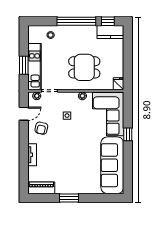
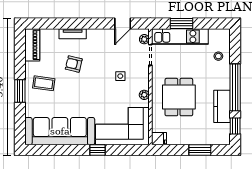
kitchen counter: (110, 32) -> (222, 106), moved
window: (128, 50) -> (200, 150), added
door: (24, 114) -> (123, 23), hinge flipped
armchair: (41, 128) -> (74, 64), moved
coffee table: (73, 178) -> (44, 83), added
window: (69, 198) -> (20, 91), moved

